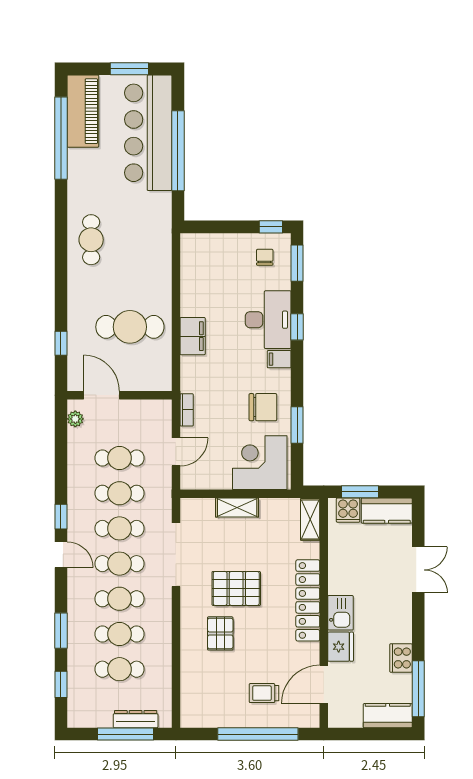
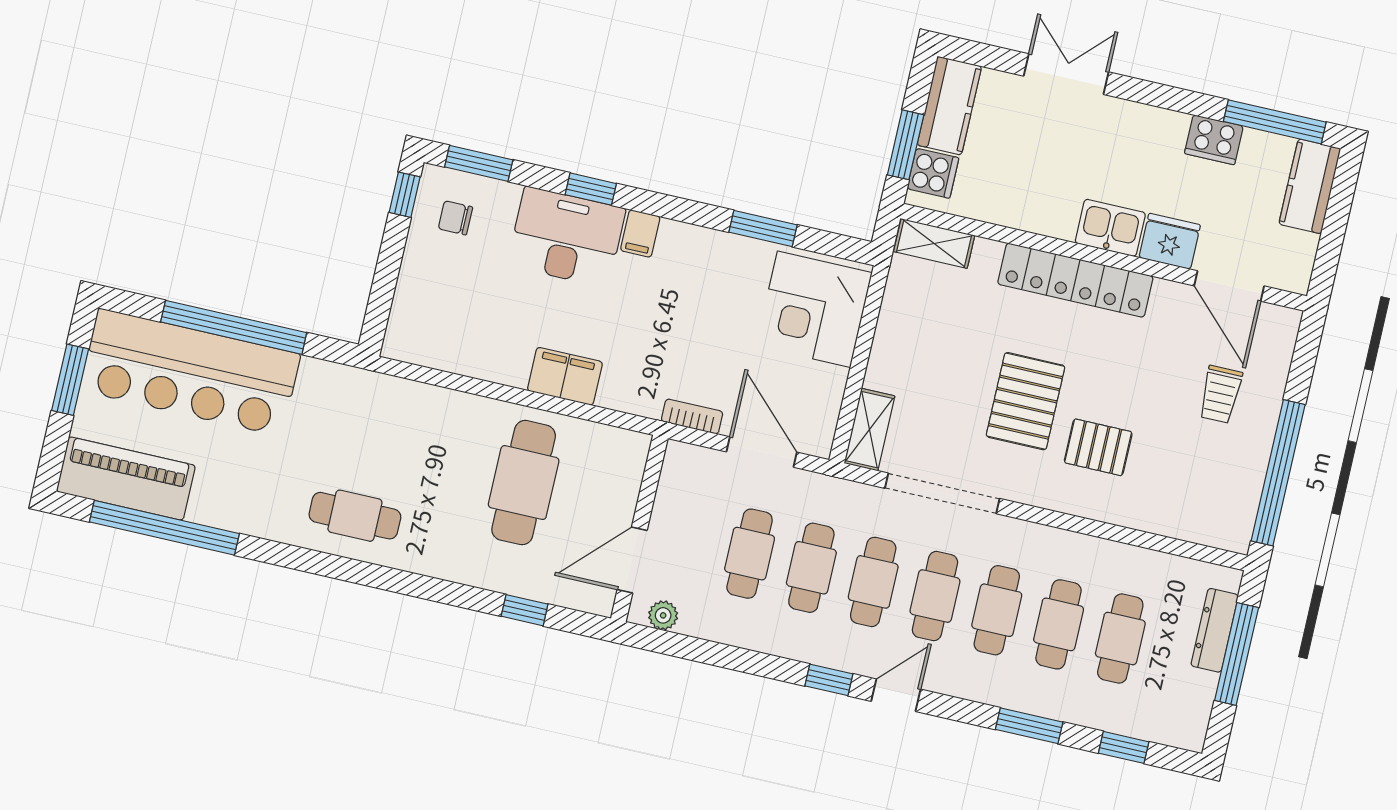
chair: (263, 407) -> (718, 281), removed
door: (176, 452) -> (762, 452), width x1.38
shelving: (237, 508) -> (869, 430), moved
window: (258, 734) -> (1278, 473), moved

